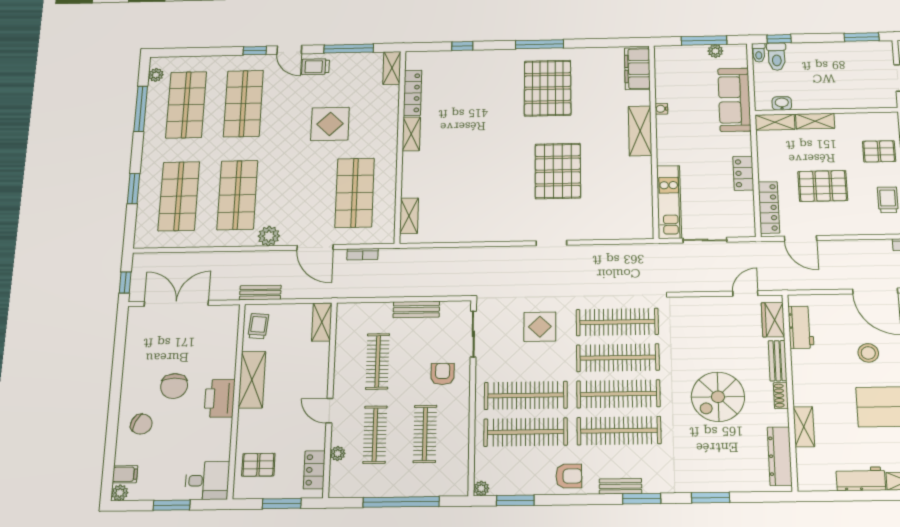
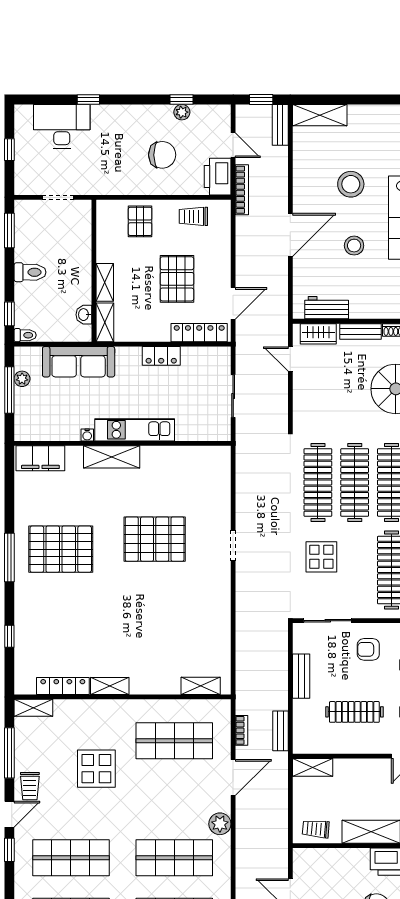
toilet: (777, 57) -> (30, 272), moved
kitchen unit: (669, 202) -> (135, 430), moved
bench: (260, 293) -> (280, 731), moved

